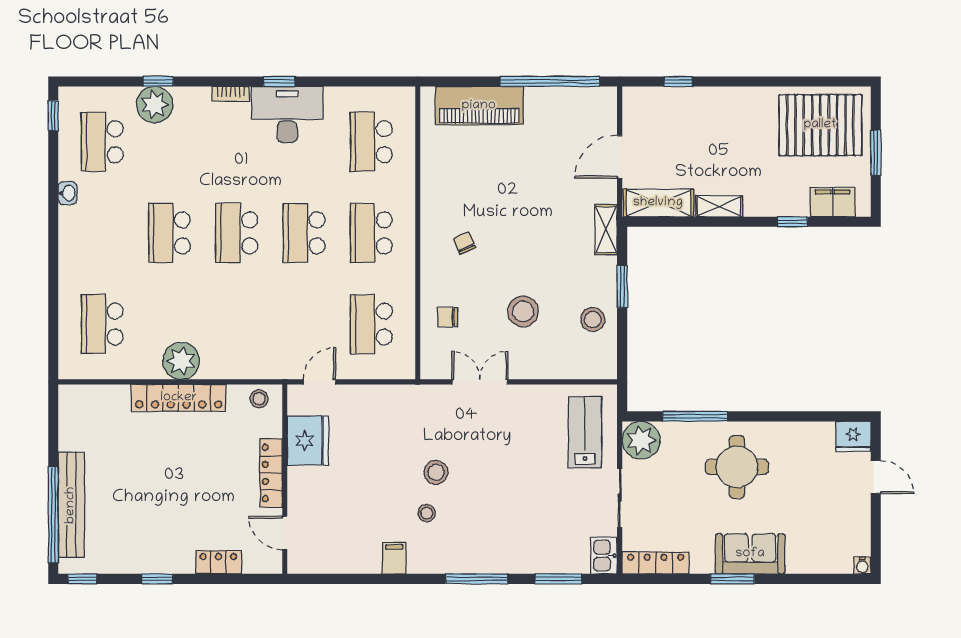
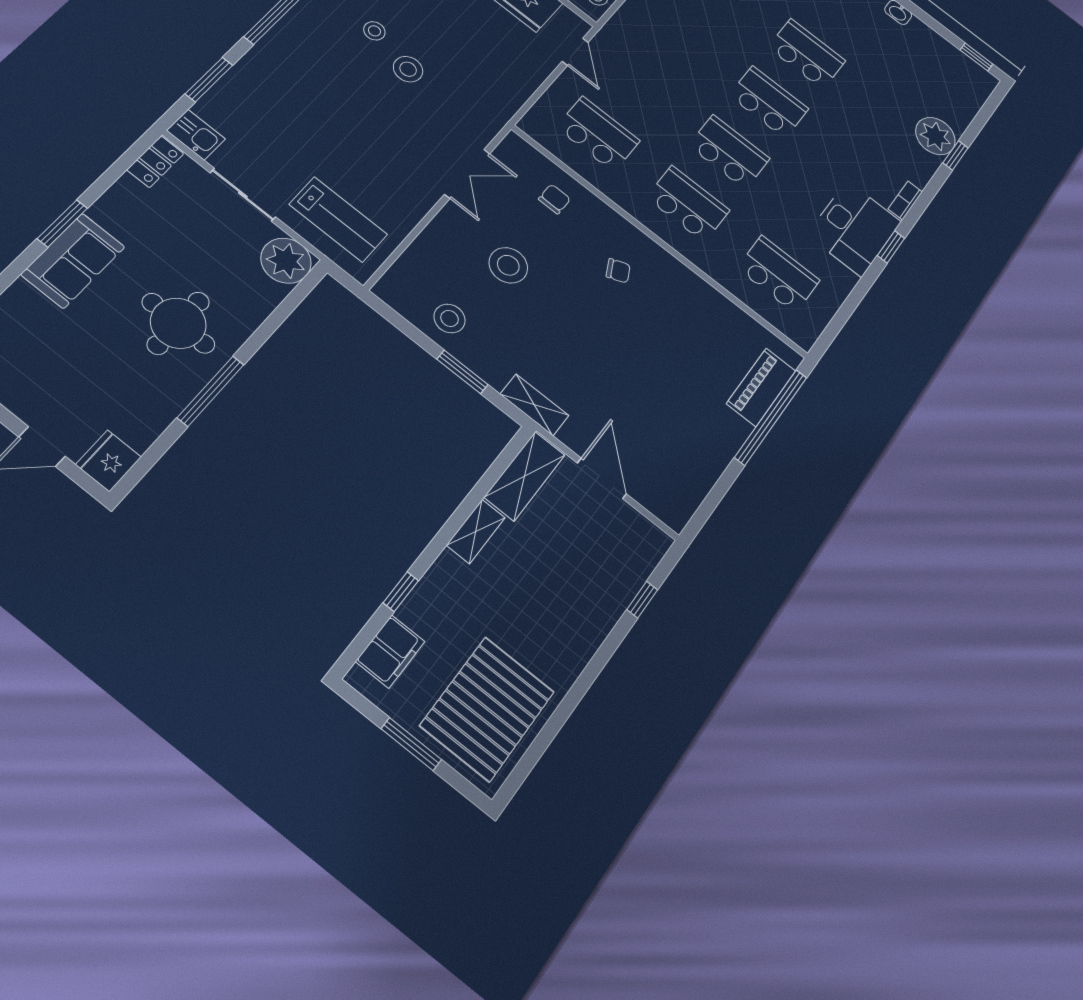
window: (550, 81) -> (771, 417), moved
piano: (479, 106) -> (761, 387), width x0.73, depth x0.75
school desk: (102, 142) -> (928, 72), removed
window: (695, 416) -> (211, 391), moved
locker: (656, 563) -> (155, 162), width x0.66

